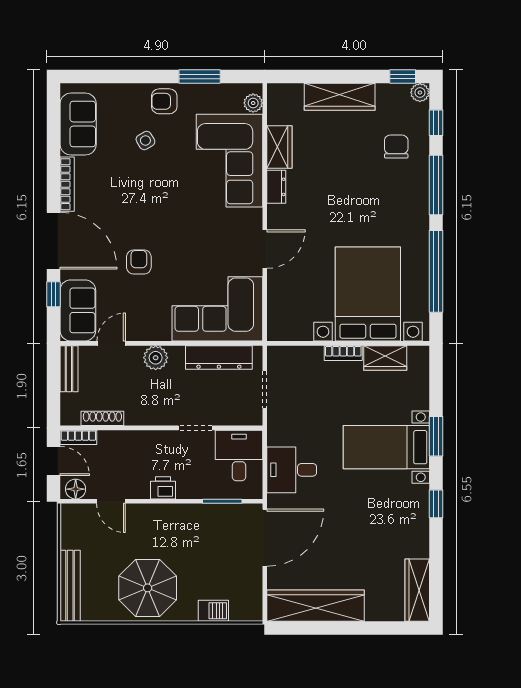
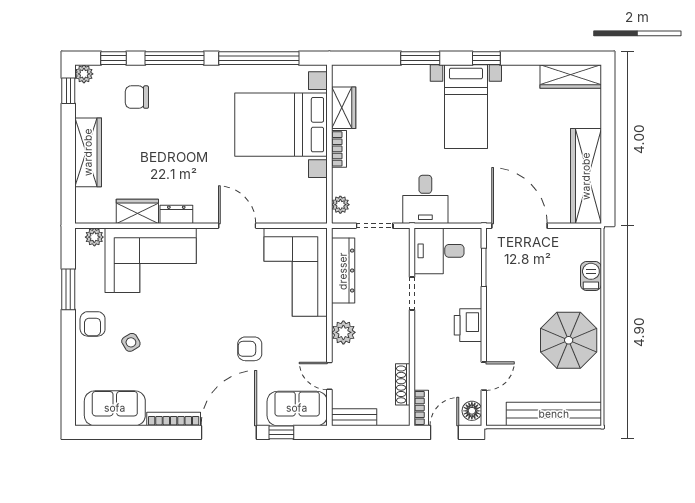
plant: (286, 355) -> (340, 205), added
bed with nightstands: (386, 447) -> (466, 107), moved
desk: (292, 470) -> (425, 199), moved
printer: (163, 488) -> (468, 325), width x1.36, depth x1.24
bench: (70, 586) -> (554, 414), width x1.37, depth x1.21

